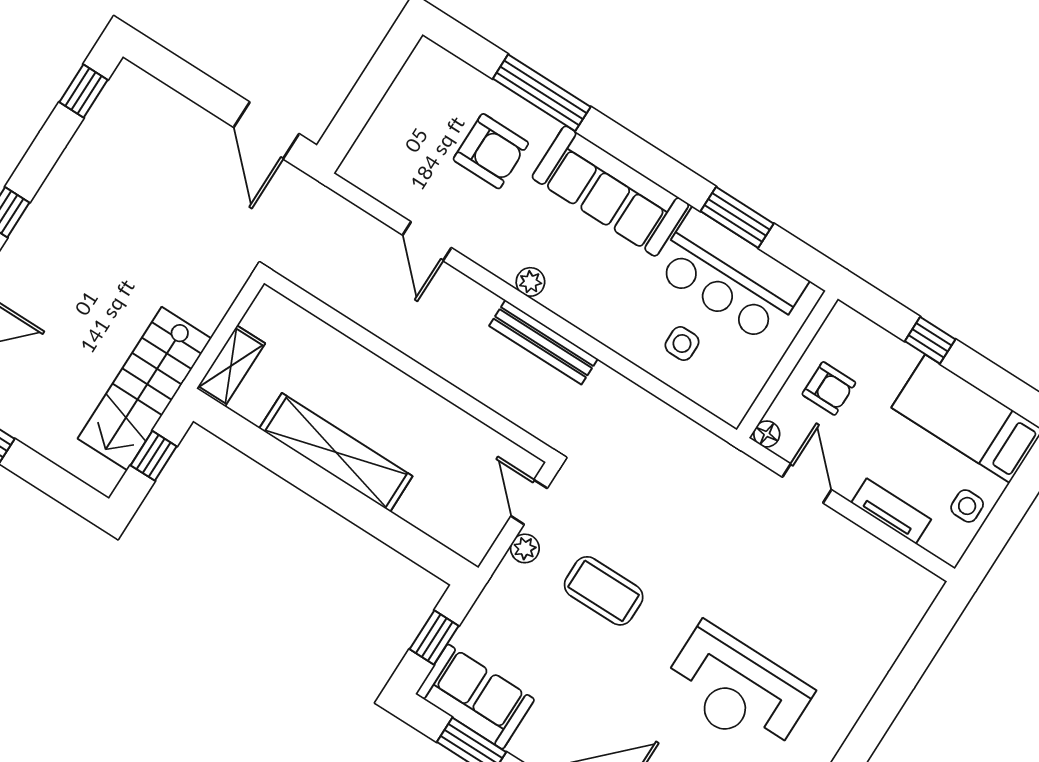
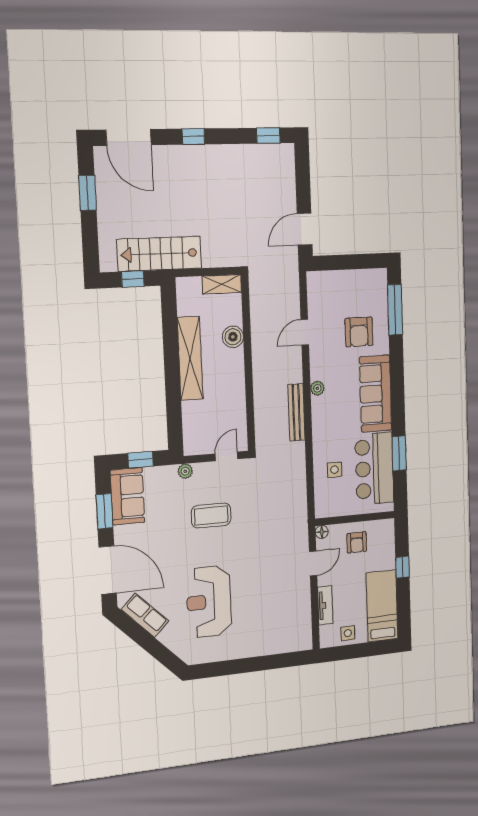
window: (542, 93) -> (395, 310), moved
boiler: (351, 362) -> (233, 337), added
shelving: (231, 366) -> (222, 284), moved
plant: (525, 548) -> (185, 471), moved
coffee table: (604, 591) -> (211, 516), turned 90

